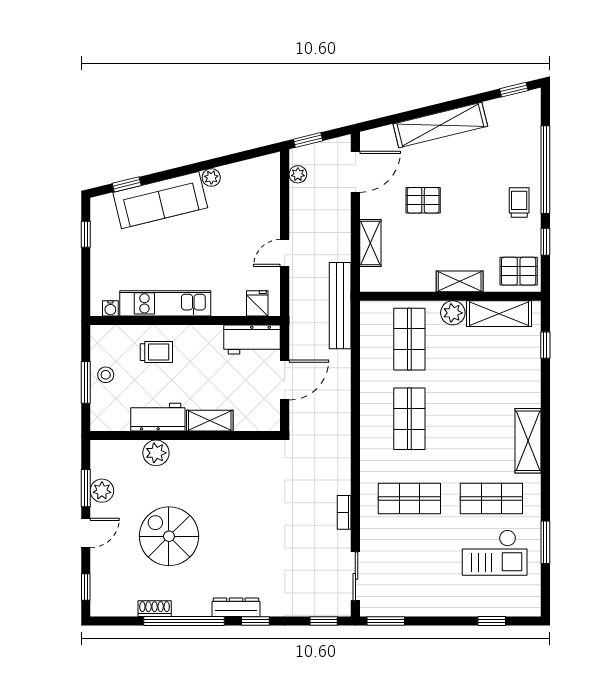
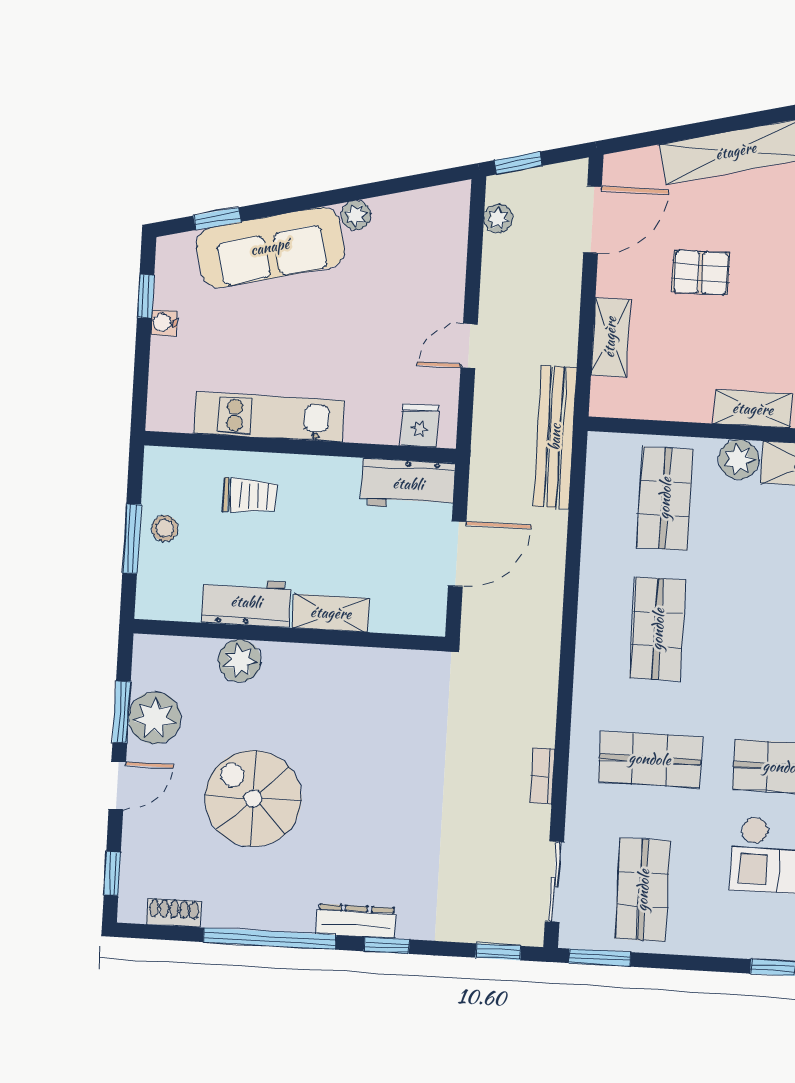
water cooler: (110, 308) -> (164, 323), moved, turned 90
plant: (102, 491) -> (155, 718), width x1.36, depth x1.36
shop shelf: (409, 578) -> (643, 890), added
shoe rack: (155, 609) -> (174, 913), moved

